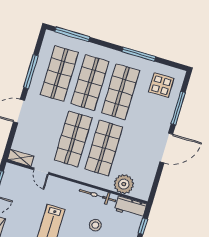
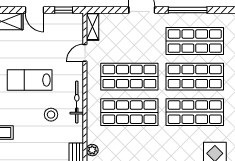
plant: (124, 184) -> (92, 150), width x0.53, depth x0.53
bicycle: (98, 196) -> (77, 102), moved
stool: (95, 225) -> (51, 115), moved

